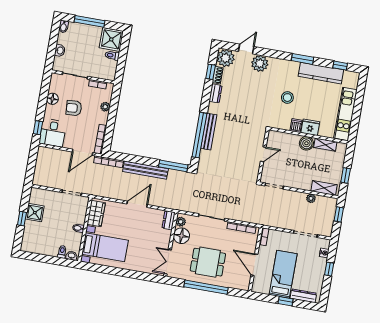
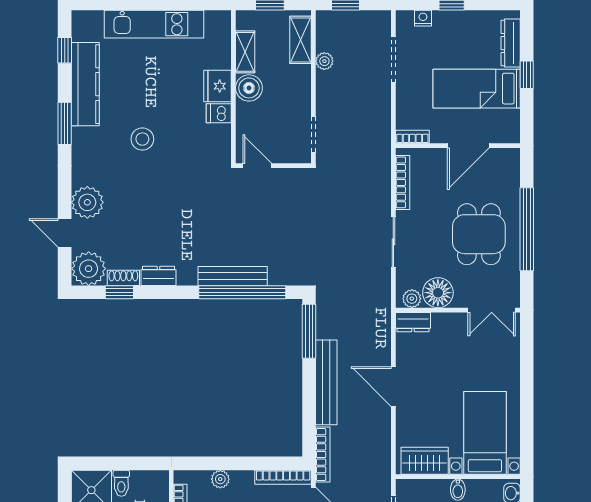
dishwasher: (296, 126) -> (219, 113), moved
fridge: (310, 127) -> (218, 86), moved
wall: (308, 135) -> (233, 87), moved
boiler: (306, 143) -> (249, 88), moved
shelving: (325, 145) -> (245, 52), moved

